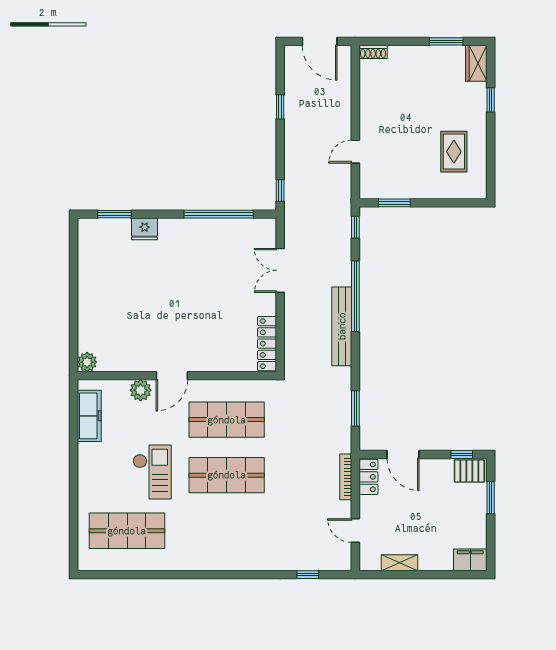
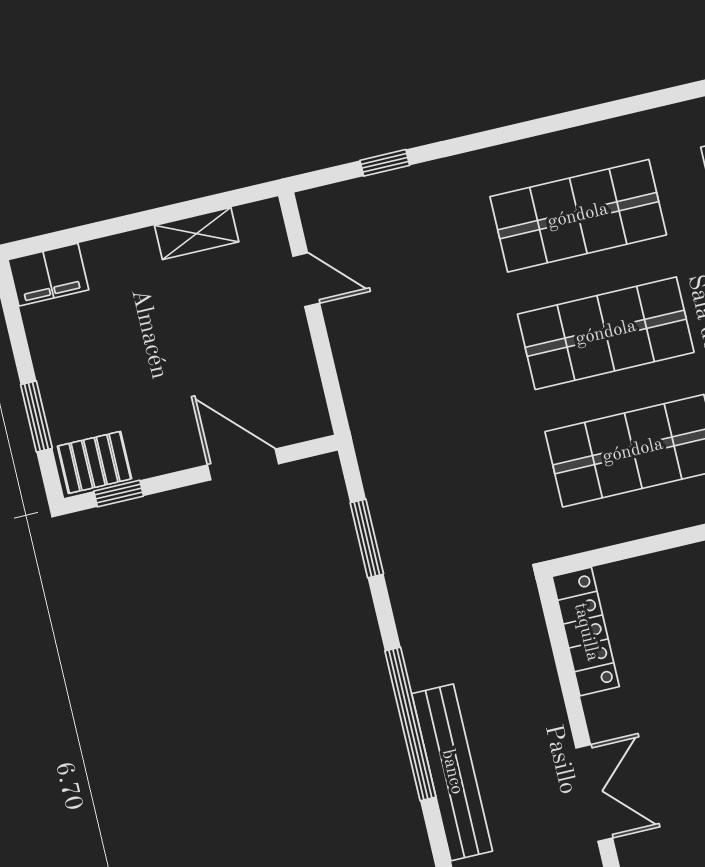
window: (355, 296) -> (410, 724), moved
bench: (342, 326) -> (452, 772), moved
bookcase: (346, 477) -> (353, 389), removed
locker: (368, 477) -> (305, 400), removed
shop shelf: (227, 531) -> (578, 216), added

